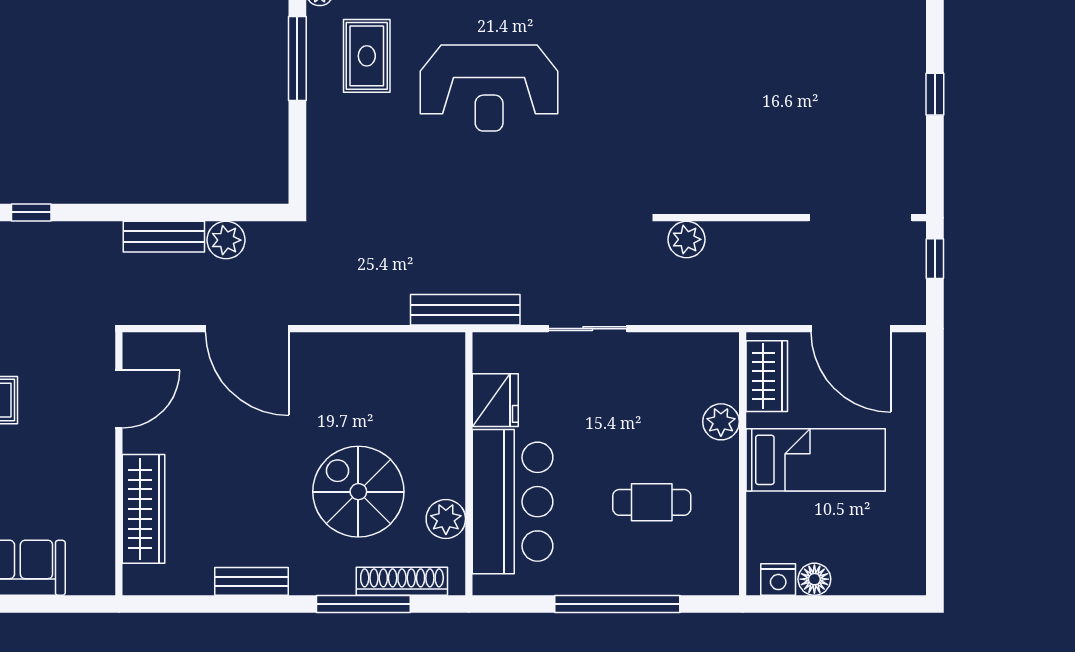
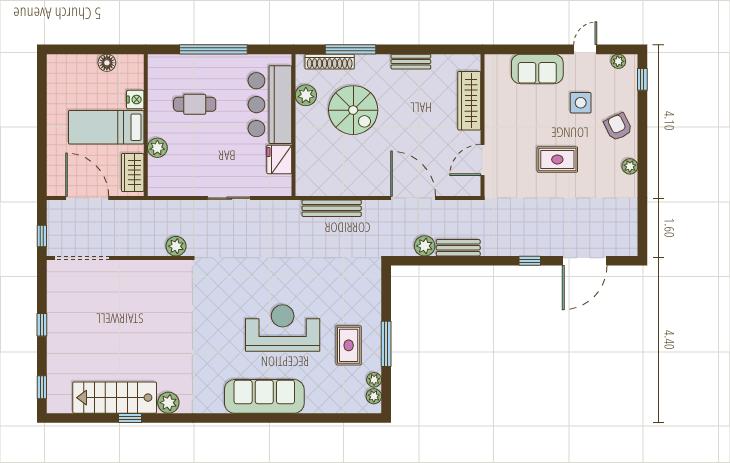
bench: (465, 310) -> (332, 208), moved
nightstand: (778, 579) -> (135, 100), moved, turned 90

